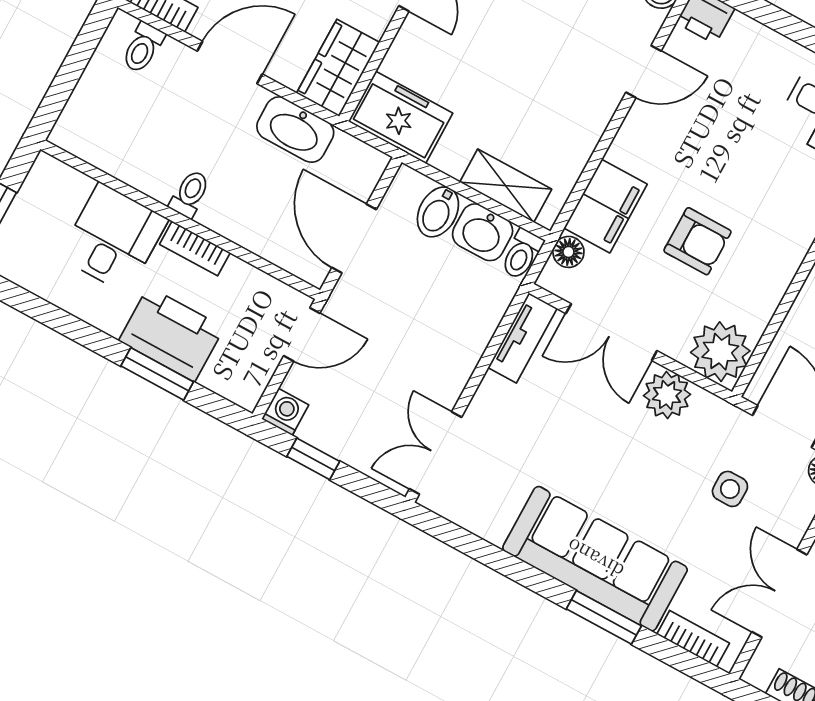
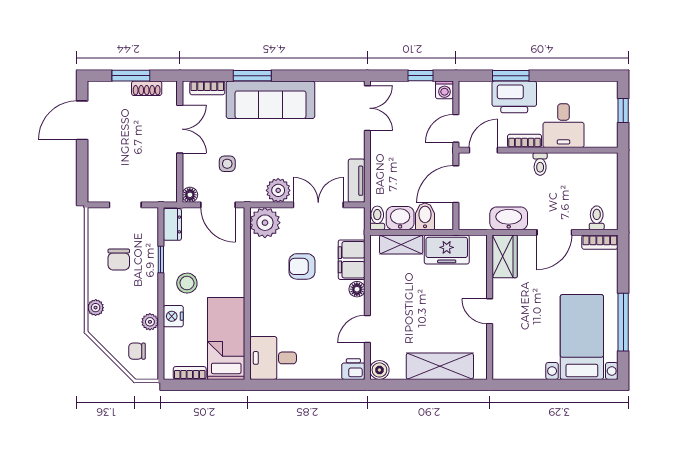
freezer: (401, 117) -> (447, 249), moved
door: (354, 238) -> (456, 184), swing flipped
floor lamp: (568, 252) -> (357, 289), moved
door: (275, 271) -> (483, 150), added

